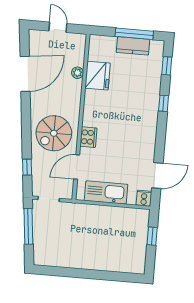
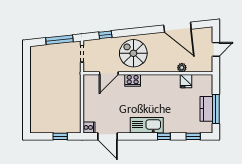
fridge: (98, 76) -> (186, 81), width x0.53, depth x0.75
door: (77, 167) -> (109, 73), swing flipped
kitchen sink: (106, 192) -> (147, 125), moved, turned -90

